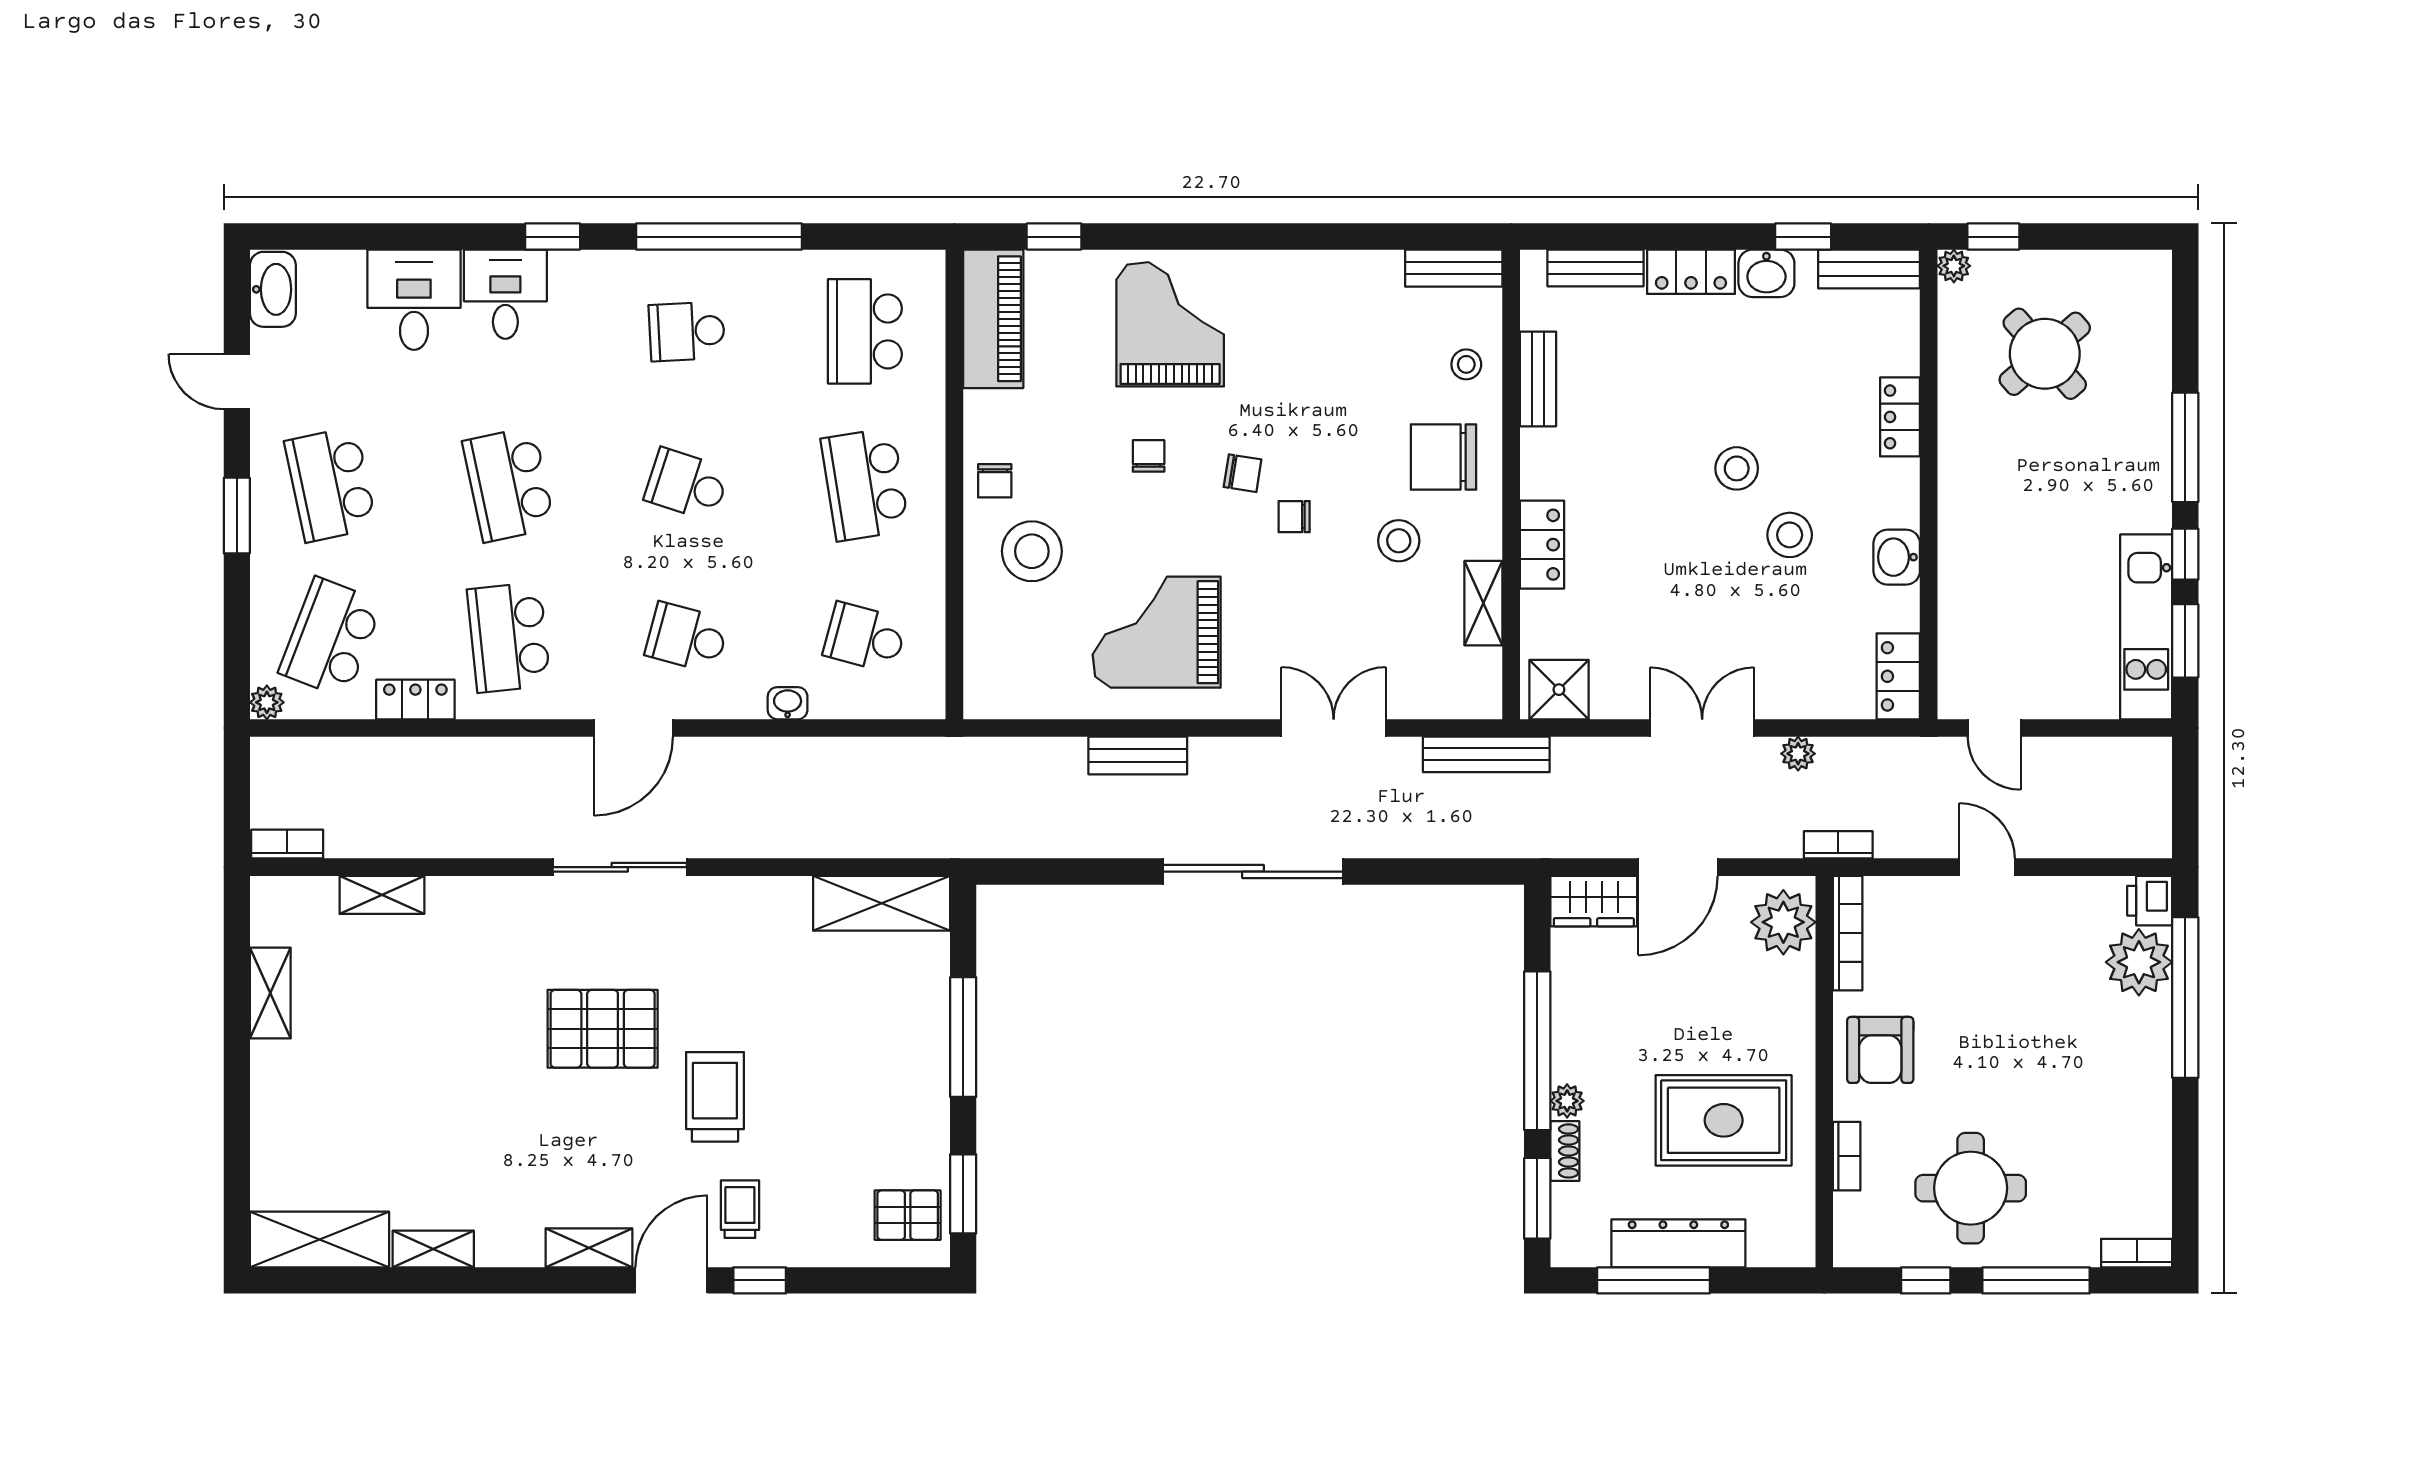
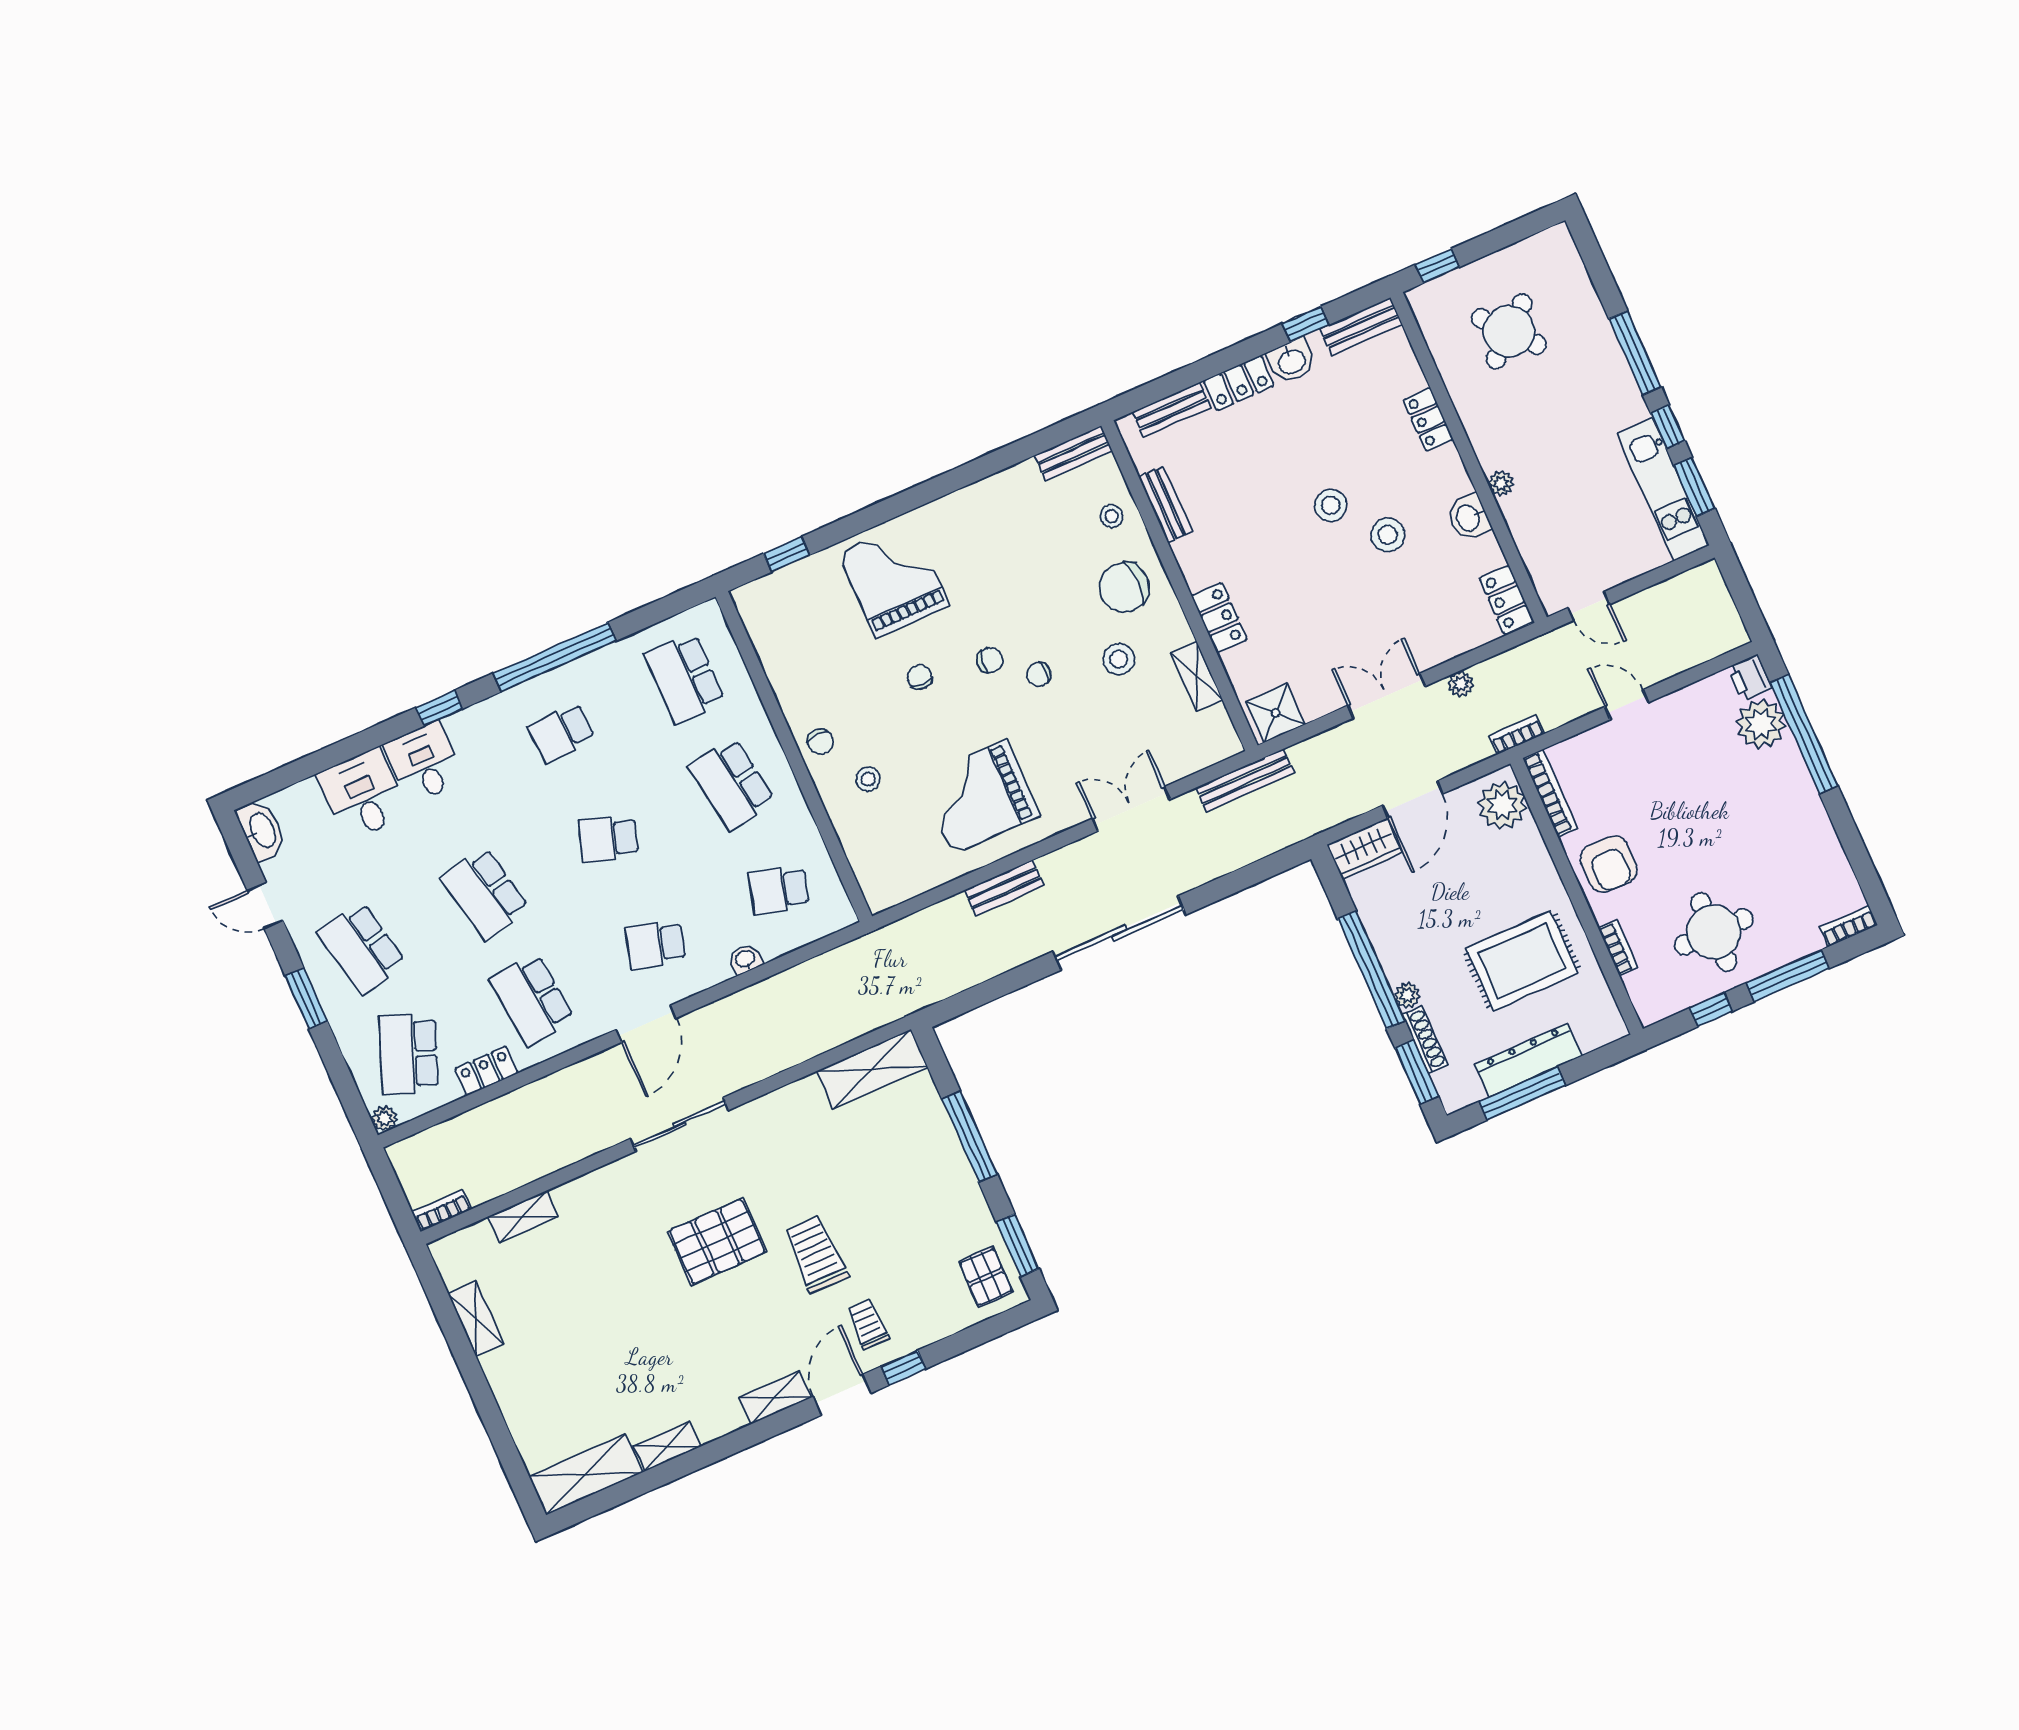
plant: (1954, 266) -> (1501, 483), moved
piano: (993, 319) -> (770, 630), removed
stool: (1032, 551) -> (868, 779), width x0.53, depth x0.53
shoe rack: (1565, 1151) -> (1425, 1040), width x1.43
pallet: (908, 1215) -> (986, 1277), turned 90

